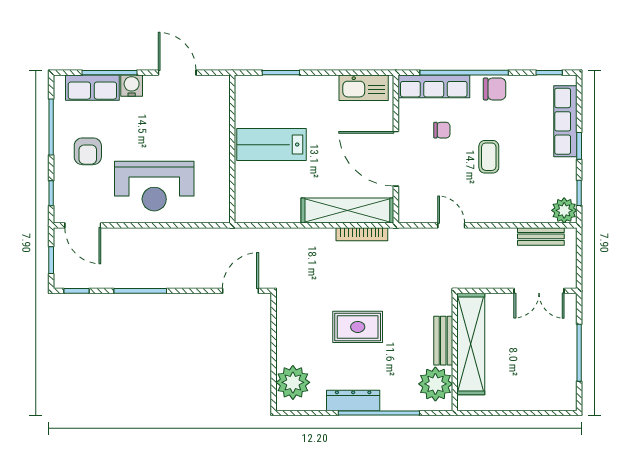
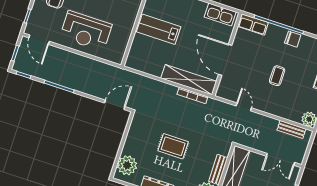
row of seats: (434, 86) -> (253, 24), width x0.68
chair: (442, 130) -> (256, 52), removed

